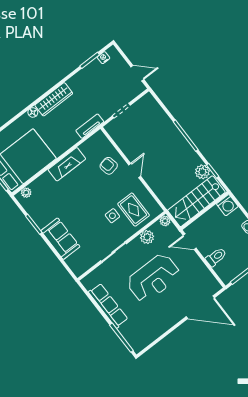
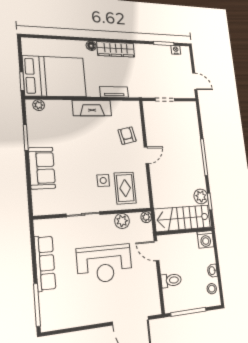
tv unit: (90, 126) -> (114, 92), moved

